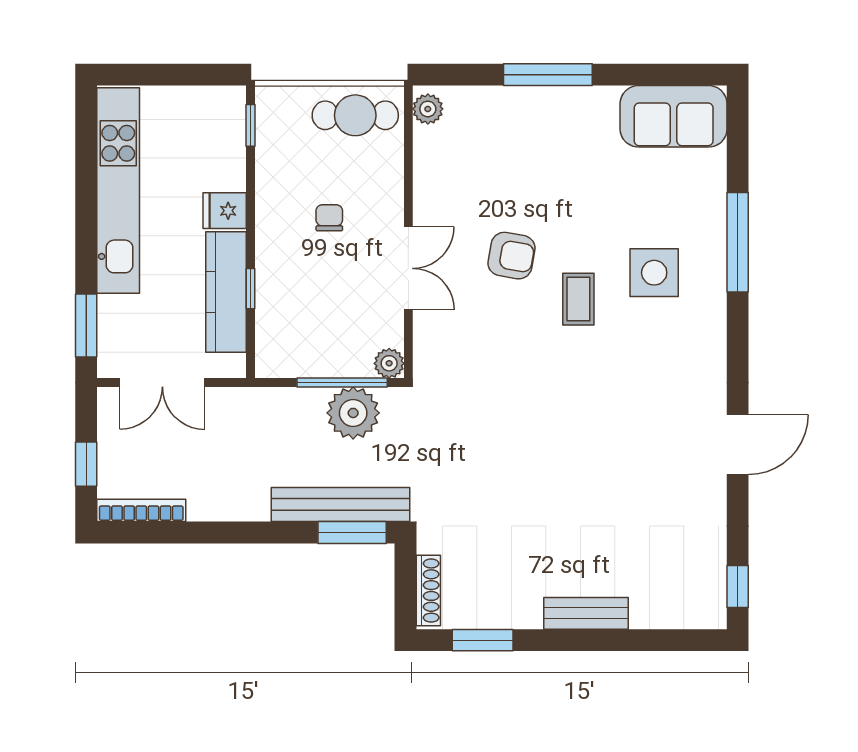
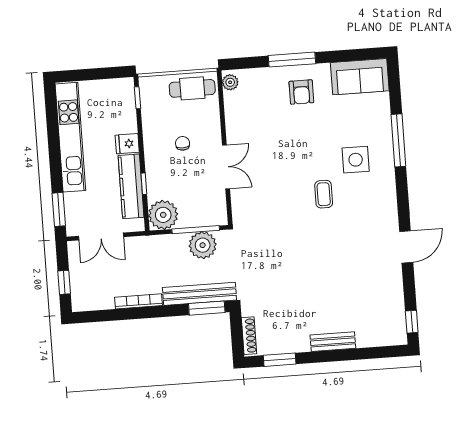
armchair: (512, 256) -> (301, 92), moved, turned 80
coffee table: (578, 299) -> (324, 194), moved
plant: (389, 363) -> (163, 215), moved, width x1.88, depth x1.88
bookcase: (141, 510) -> (139, 301), moved

